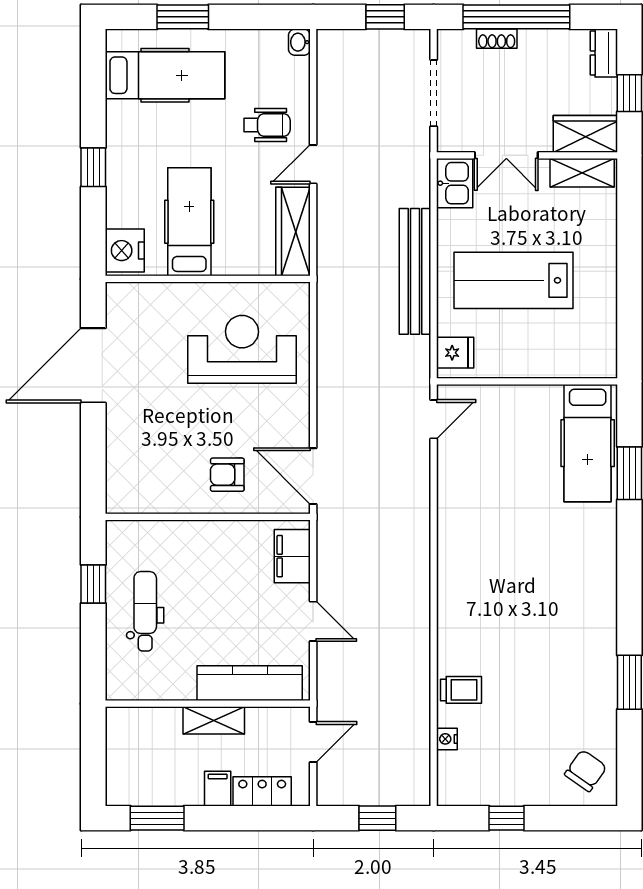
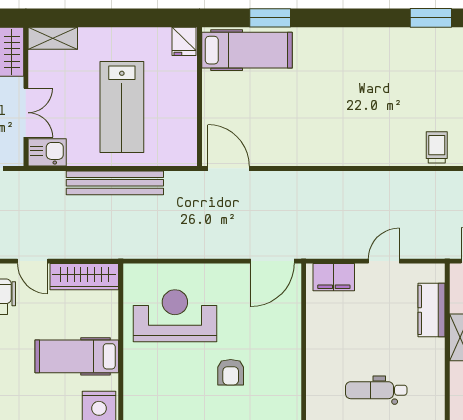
shelving: (582, 173) -> (53, 38), moved, turned 90
reception desk: (242, 349) -> (175, 316), turned 90
fridge: (455, 353) -> (184, 41), moved, turned 180
door: (434, 419) -> (229, 168), width x1.38
armchair: (227, 475) -> (231, 372), moved
kitchen counter: (250, 683) -> (431, 310), width x0.67

